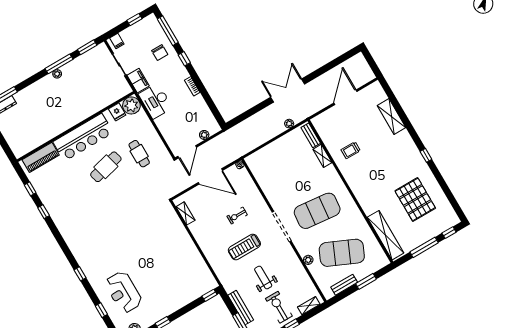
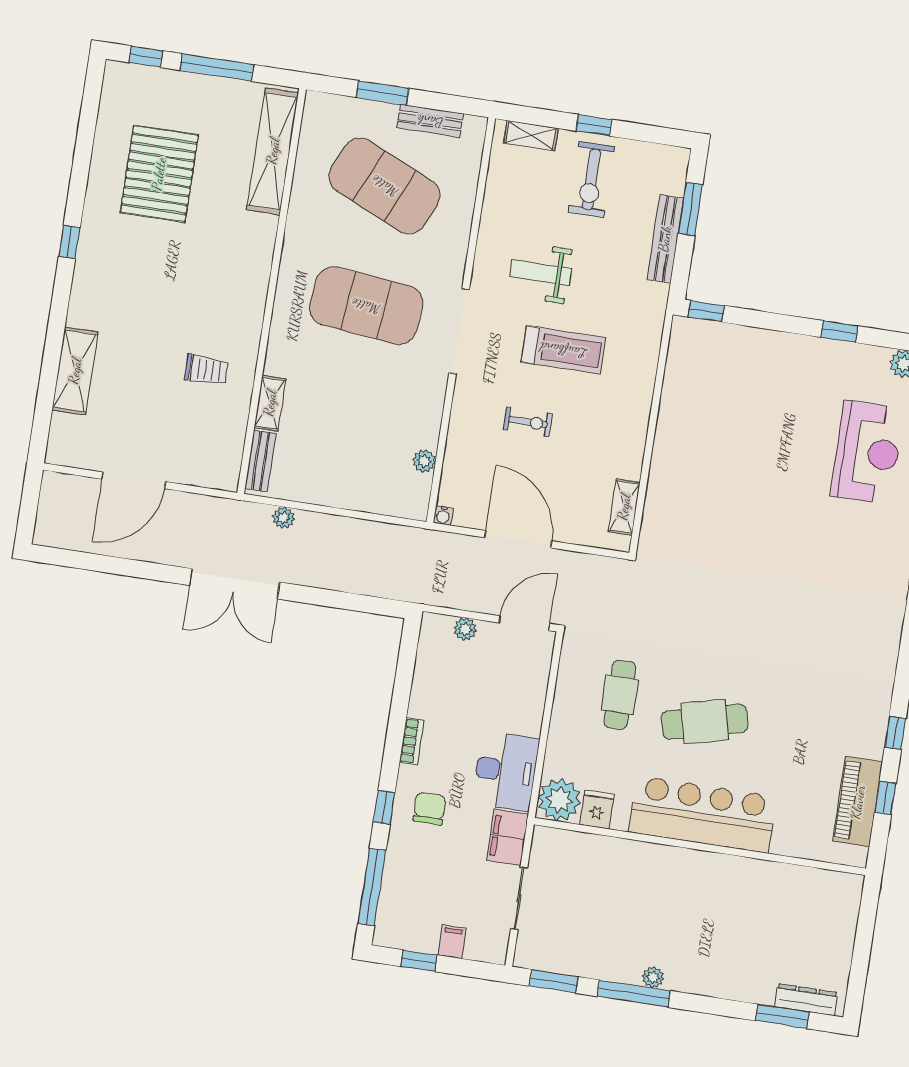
filing cabinet: (117, 41) -> (452, 942), moved
chair: (160, 53) -> (430, 809), moved
piano: (41, 157) -> (858, 802), moved, turned -90
plant: (308, 260) -> (424, 461), moved
weight bench: (263, 277) -> (541, 273), moved, turned 90

